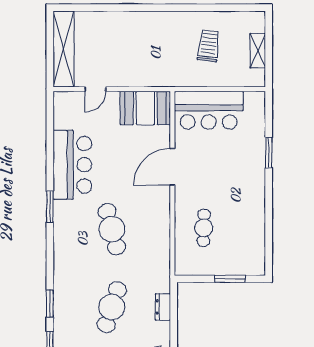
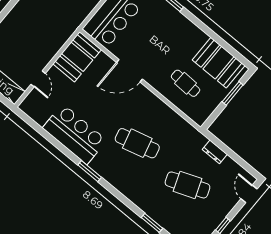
door: (172, 167) -> (130, 71), hinge flipped
booth: (248, 242) -> (219, 63), added
cafe table: (112, 307) -> (187, 185), turned -39

